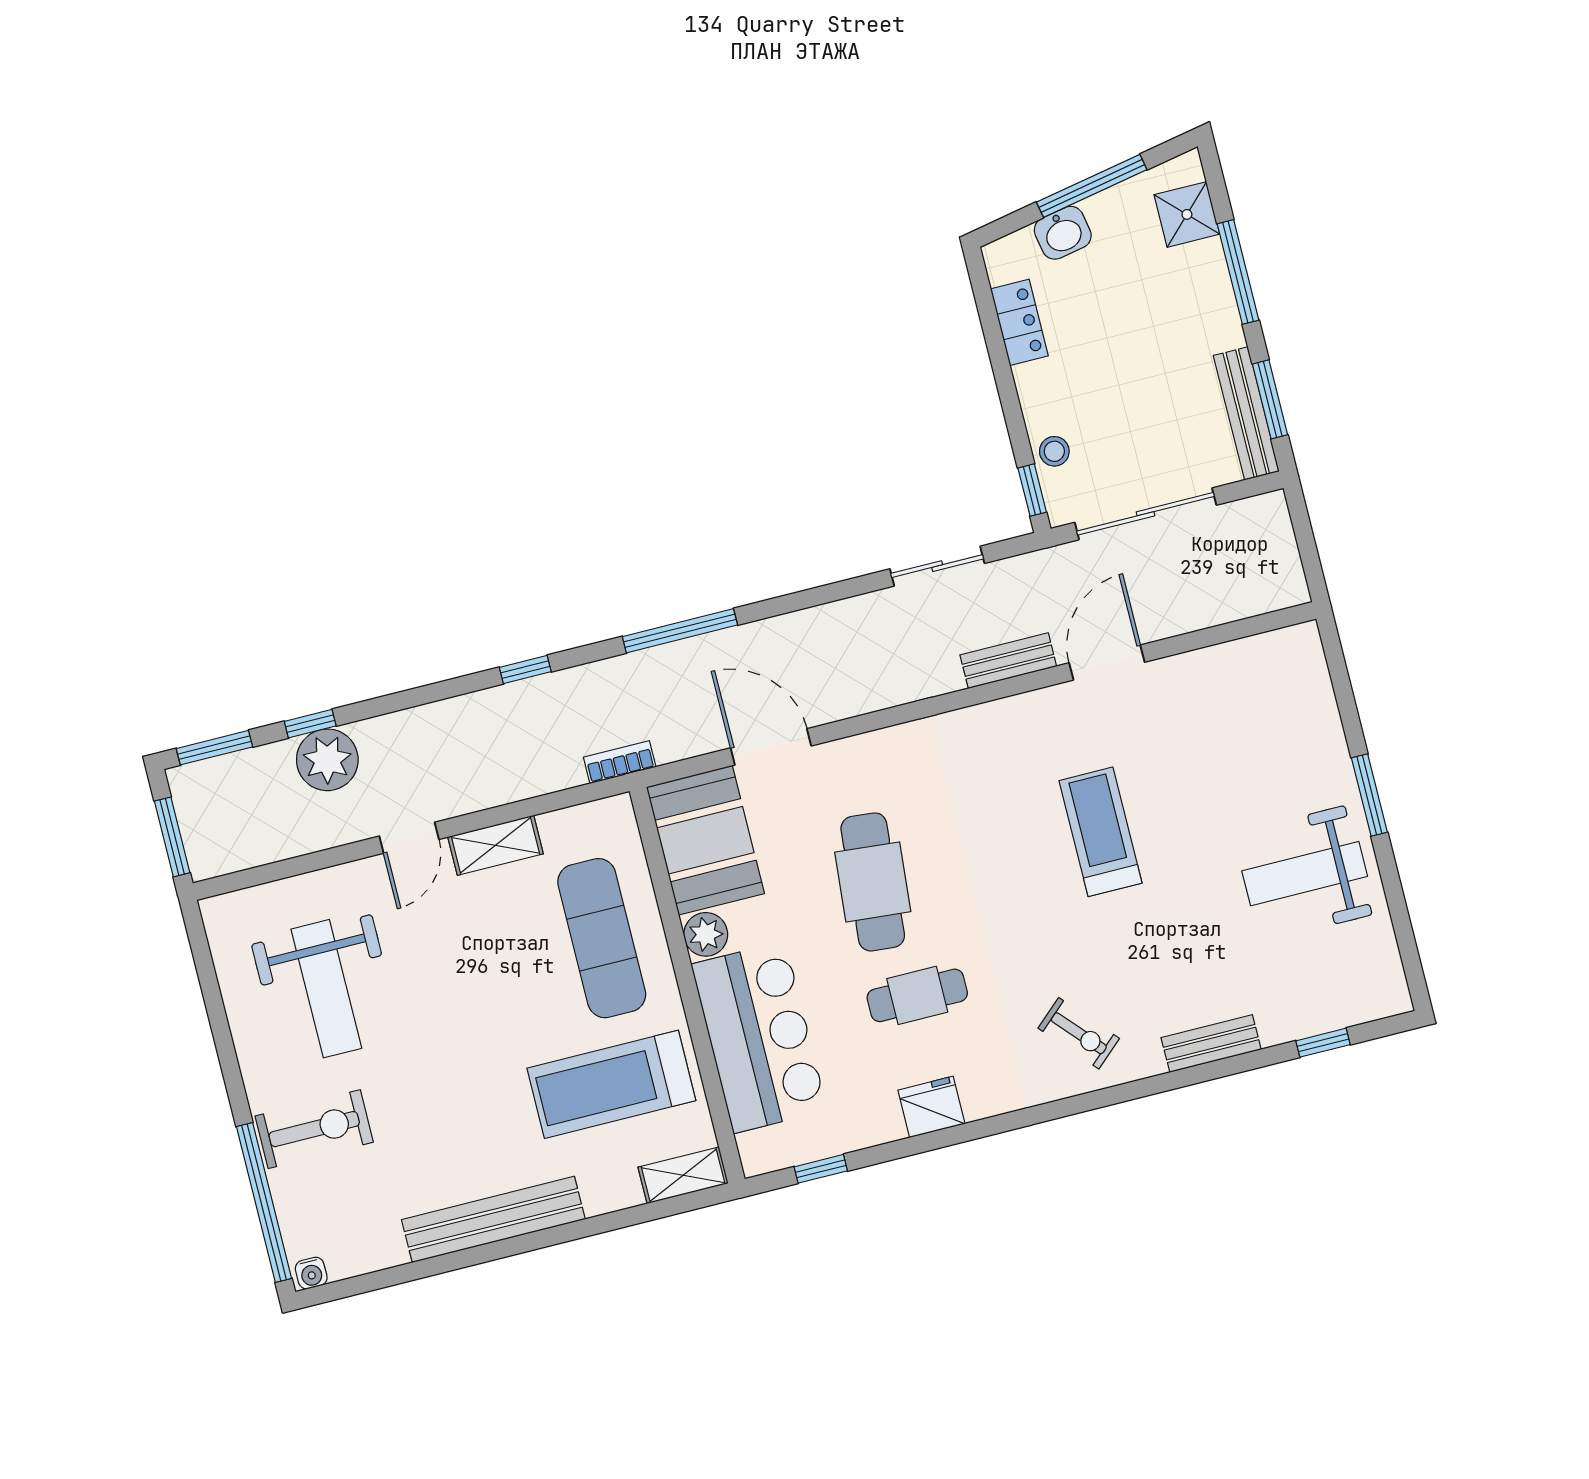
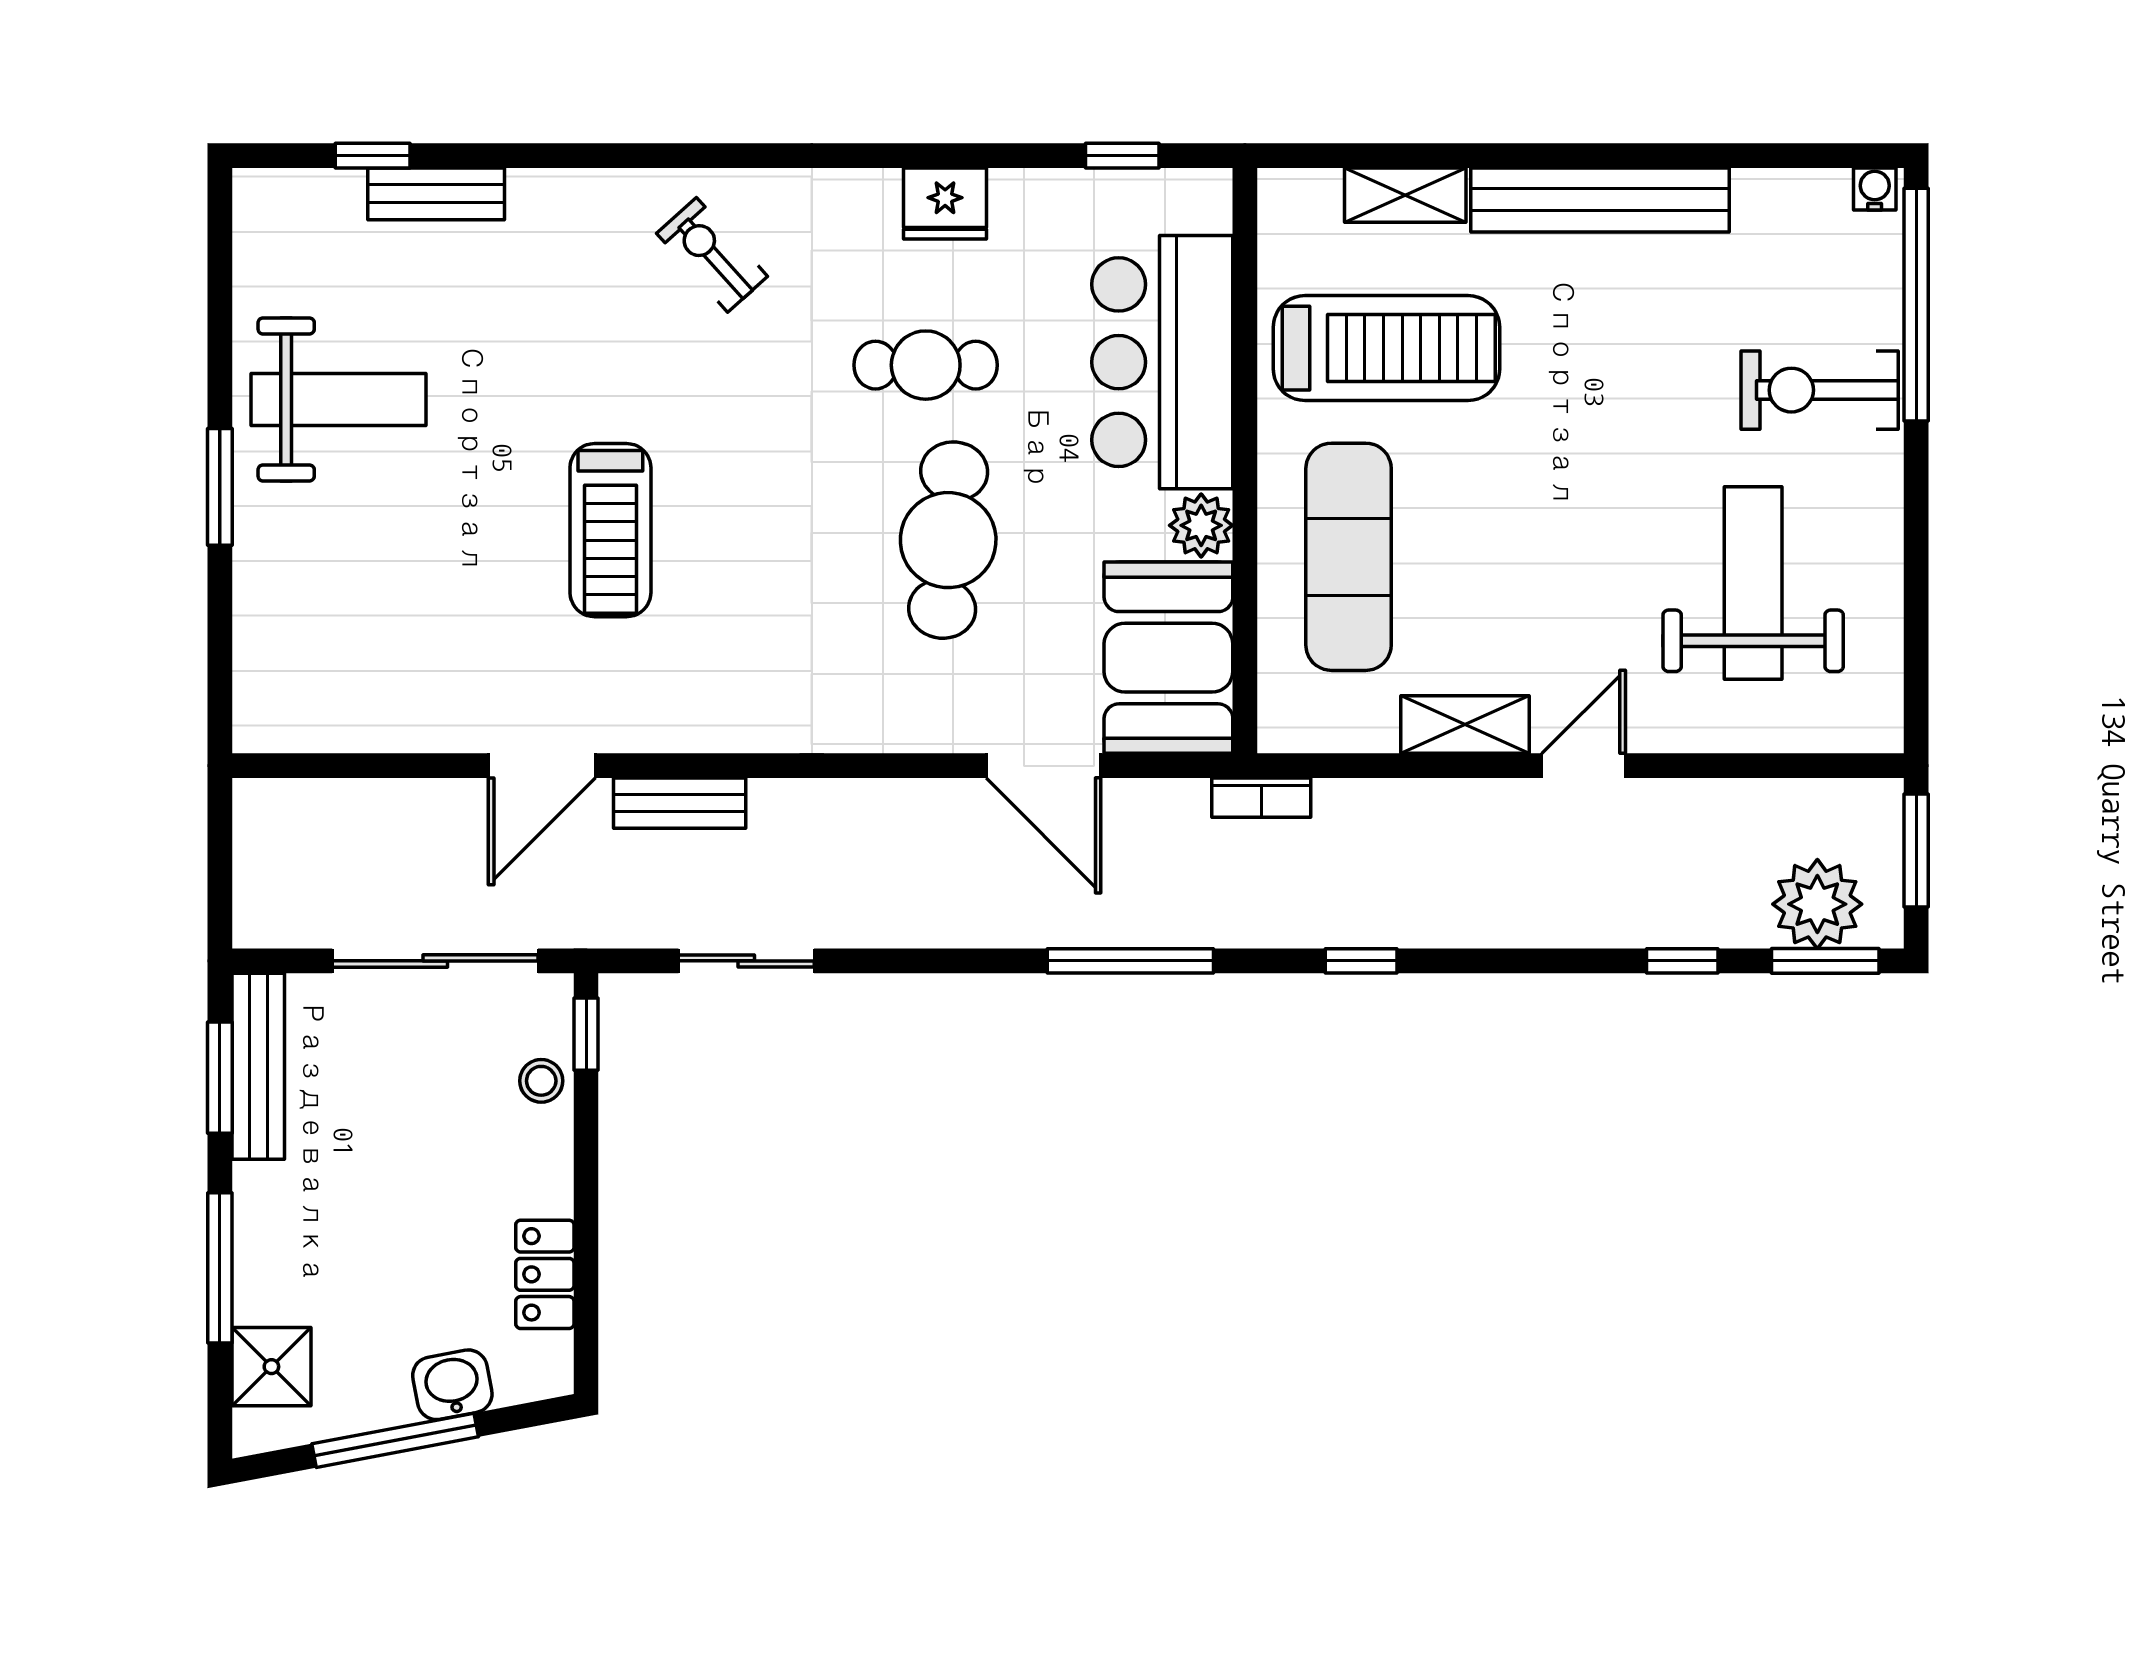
plant: (327, 760) -> (1817, 904), moved
bench: (1211, 1044) -> (436, 194), moved
shelving: (683, 1175) -> (1405, 195), moved

